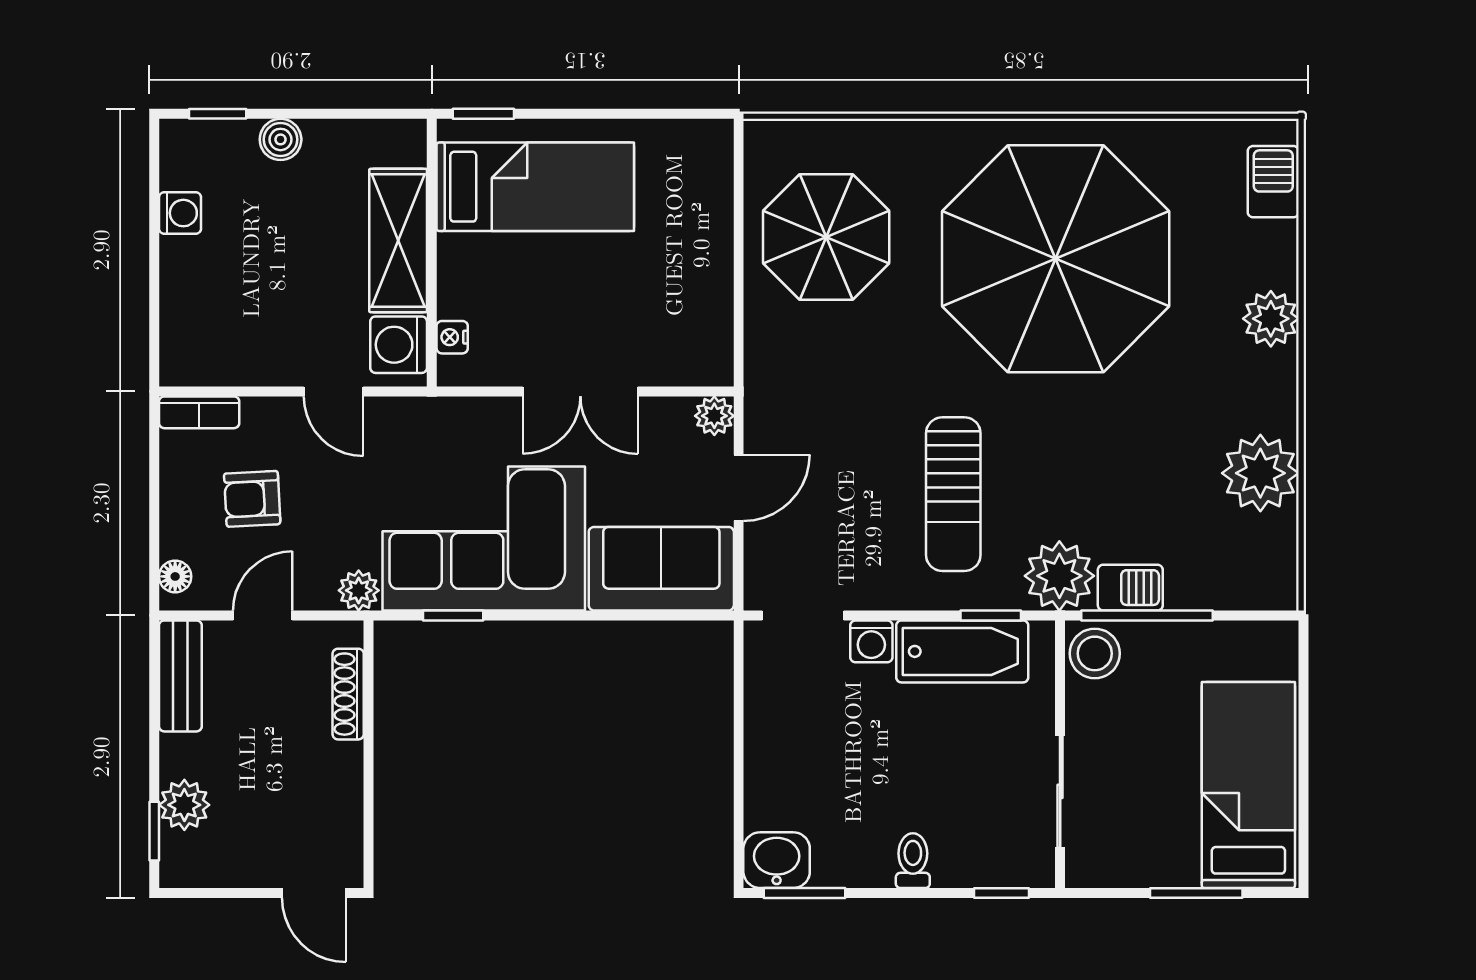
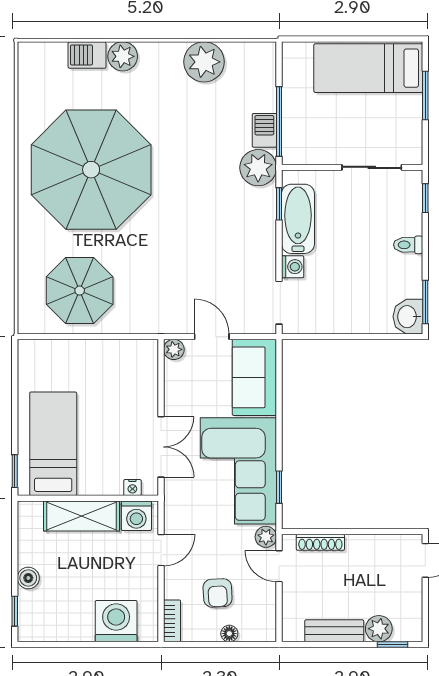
barbecue: (1273, 182) -> (87, 55), moved
washing machine: (180, 213) -> (116, 621), moved, width x1.89, depth x1.89
double door: (580, 391) -> (161, 447), moved
sun lounger: (953, 494) -> (215, 224), removed
floor lamp: (175, 576) -> (229, 634), moved
door: (263, 615) -> (279, 566), moved
stool: (1095, 653) -> (299, 149), removed
bench: (180, 676) -> (334, 631), moved

